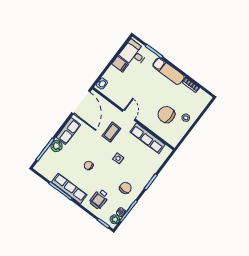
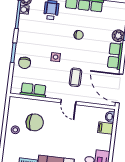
filing cabinet: (120, 64) -> (106, 128), moved
row of seats: (147, 138) -> (33, 90), width x0.68
chair: (126, 188) -> (25, 63), moved

